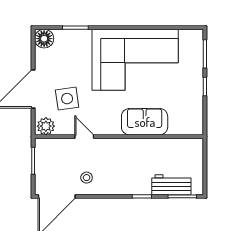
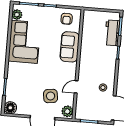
plant: (187, 37) -> (17, 15), added
corner sofa: (135, 60) -> (24, 42), width x0.73, depth x0.74
armchair: (187, 113) -> (67, 19), added

